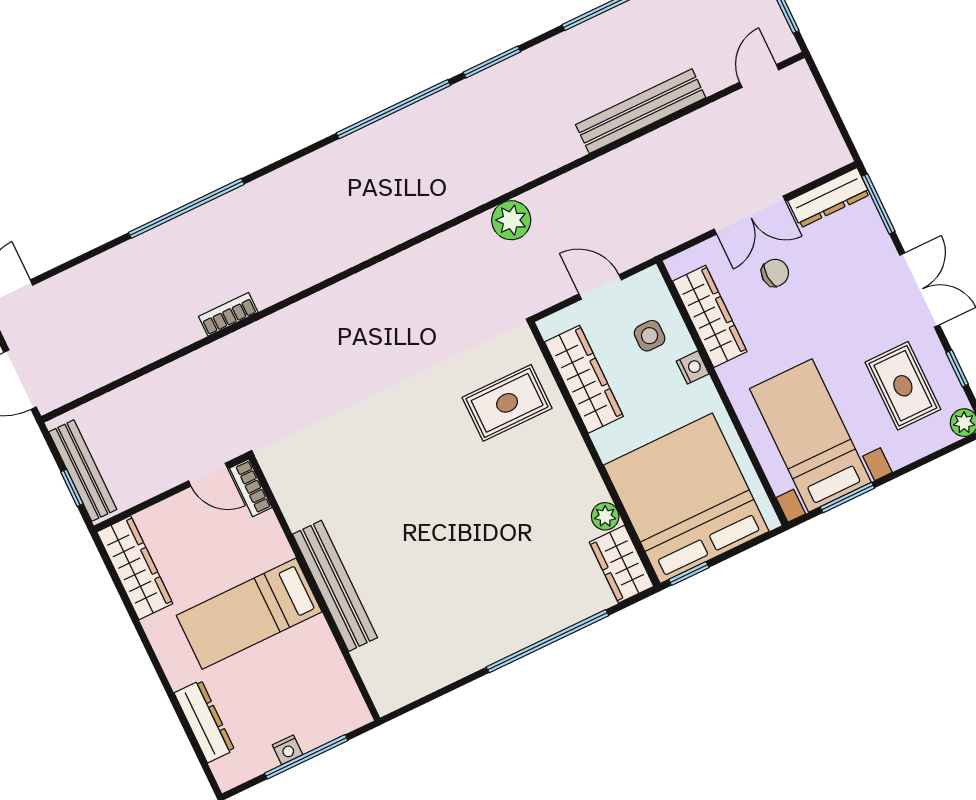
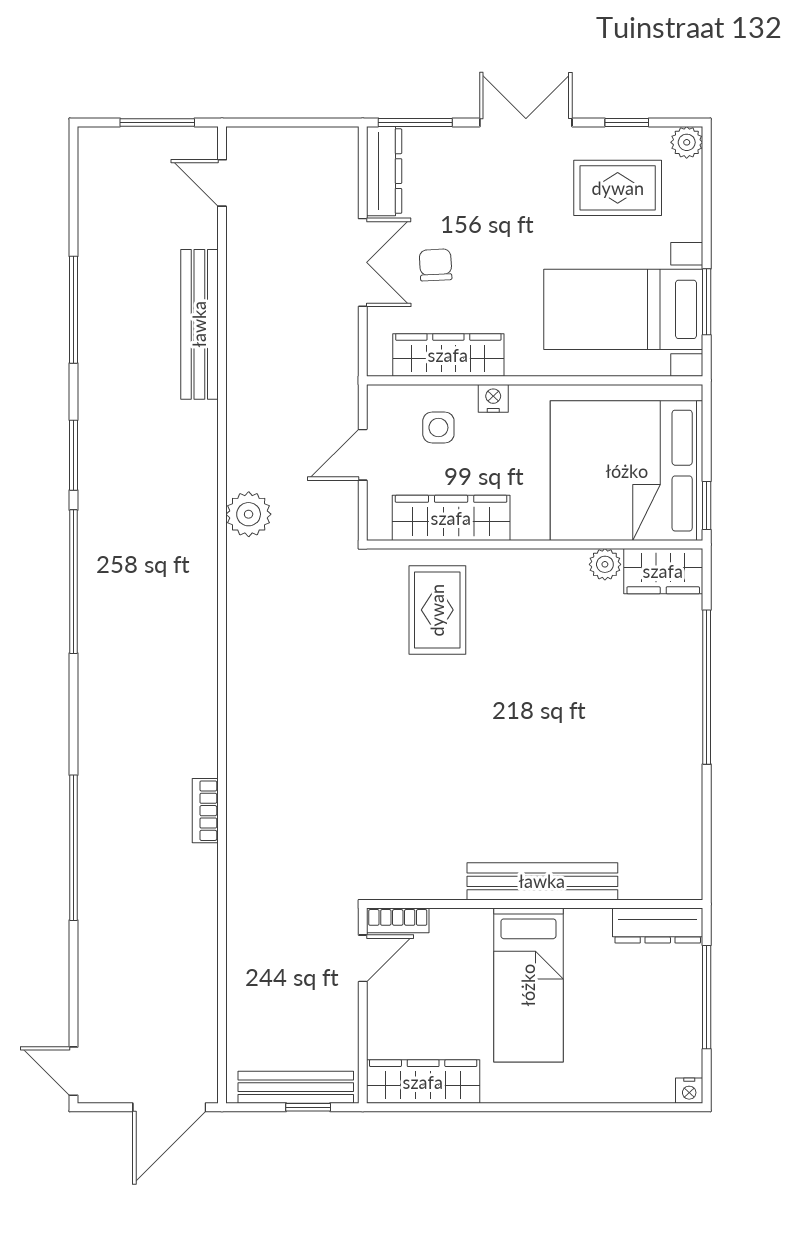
bookcase: (228, 314) -> (205, 811), moved
dresser: (204, 721) -> (658, 926), moved, turned 180
nightstand: (287, 750) -> (689, 1091), moved, turned 90

